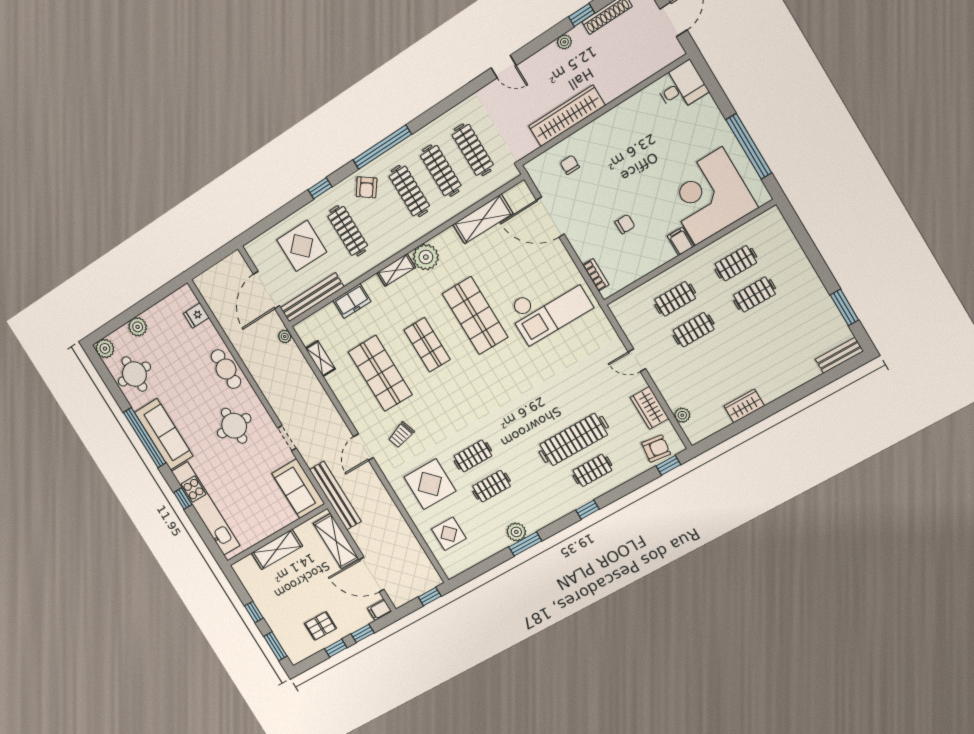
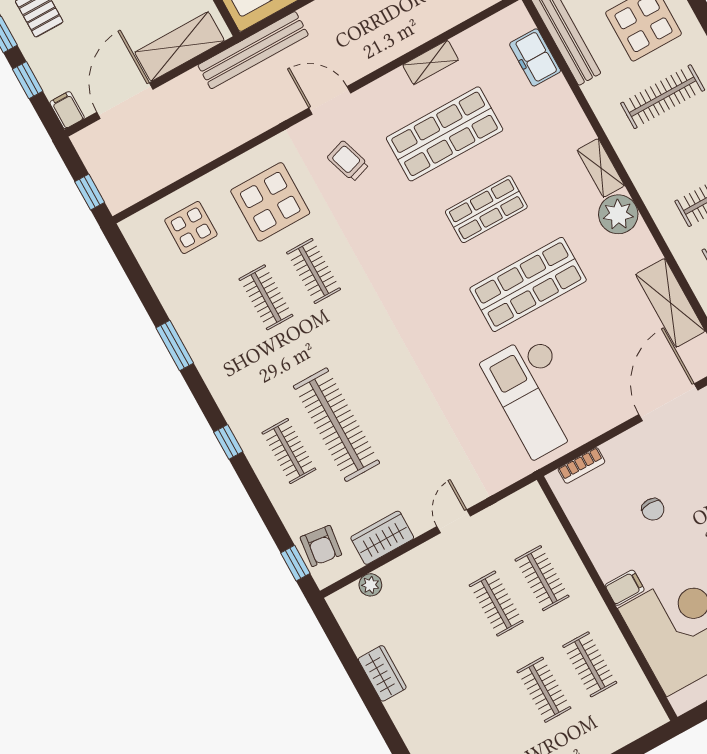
freezer: (352, 301) -> (535, 57), moved
shelving: (320, 359) -> (431, 62), moved
plant: (516, 532) -> (194, 332), removed

